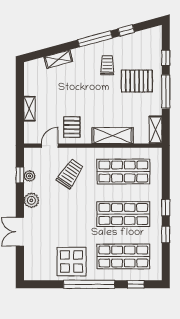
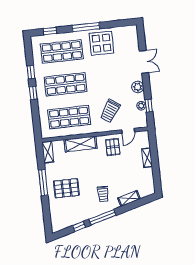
window: (166, 58) -> (46, 209), removed
trolley: (107, 65) -> (103, 194), moved
window: (89, 284) -> (86, 27), width x0.68

